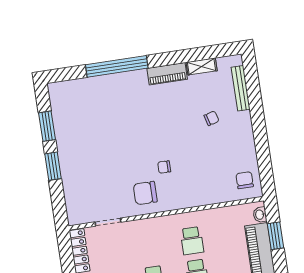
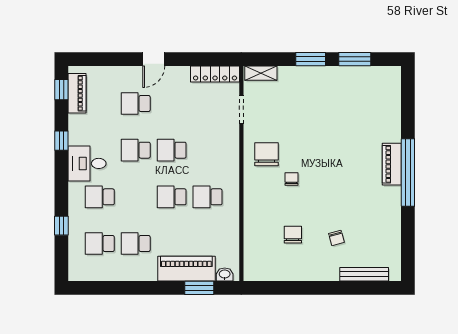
window: (117, 66) -> (408, 172), moved
shelving: (202, 66) -> (261, 73), moved, turned 90
piano: (167, 74) -> (392, 164), moved
chair: (245, 180) -> (293, 235), moved, turned -90

